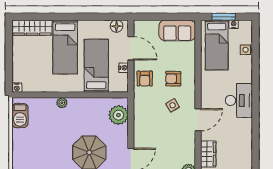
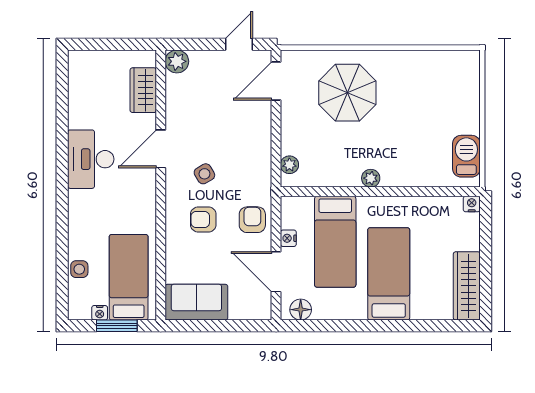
wardrobe: (32, 28) -> (467, 286), moved, turned -90
armchair: (173, 79) -> (203, 219), turned 180
desk: (239, 100) -> (91, 159), moved
plant: (62, 103) -> (371, 178), moved
plant: (118, 115) -> (289, 165), width x0.53, depth x0.53

